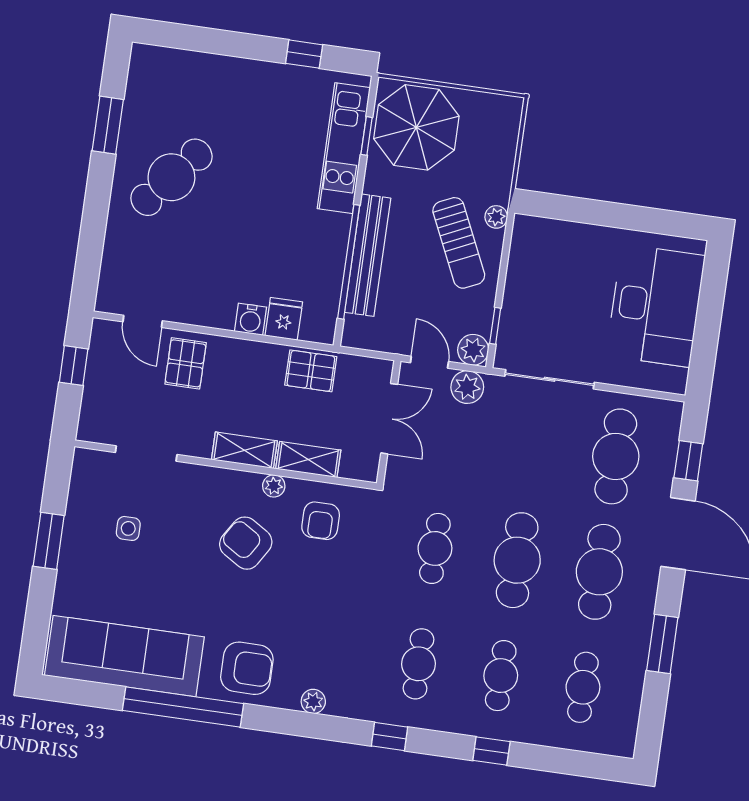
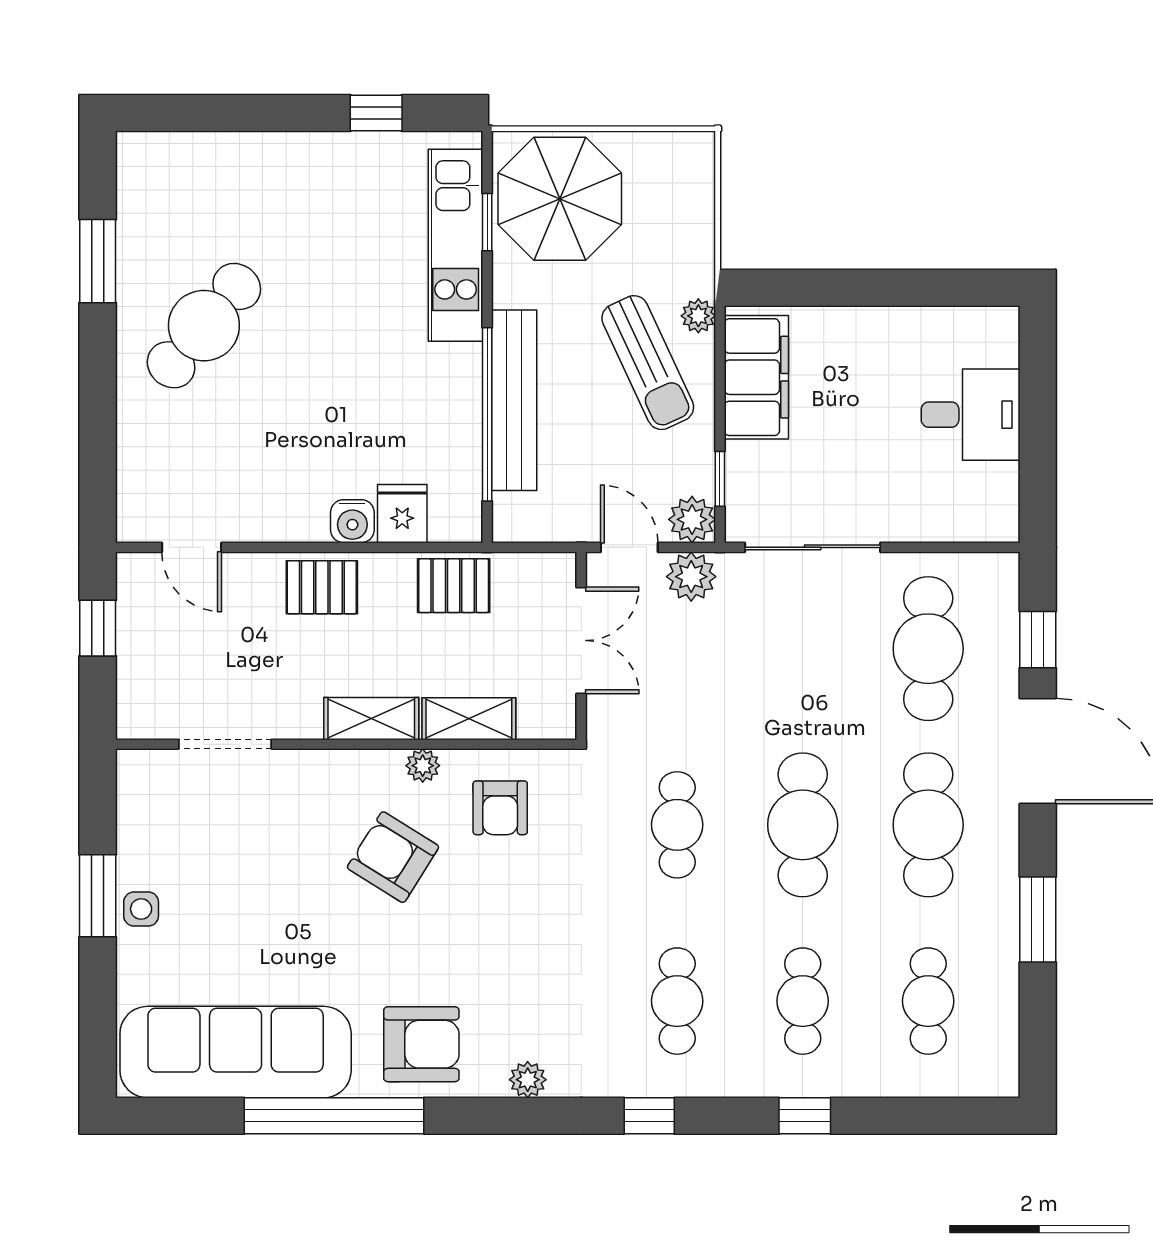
filing cabinet: (529, 263) -> (756, 377), added
desk: (656, 306) -> (971, 415), width x0.53, depth x0.77
pallet: (186, 363) -> (322, 587), moved, turned 90
side table: (128, 528) -> (141, 909), moved

